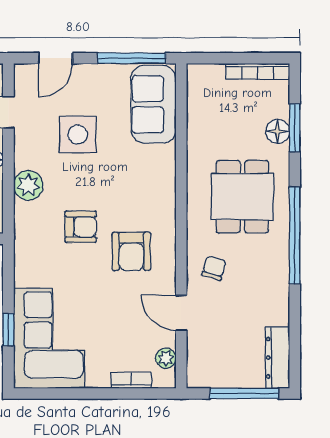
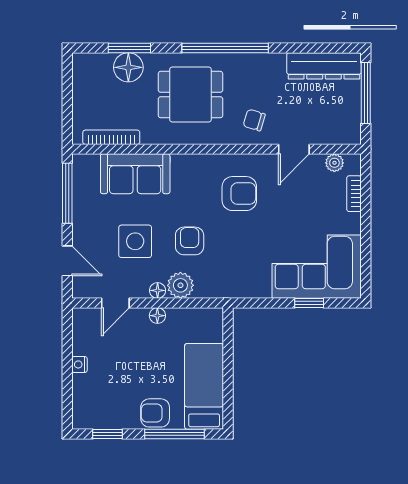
bookcase: (258, 71) -> (111, 137), moved, turned -90
sofa: (154, 104) -> (135, 174), moved
floor lamp: (278, 131) -> (128, 67), width x1.38, depth x1.38
floor lamp: (22, 160) -> (158, 290), added
armchair: (81, 227) -> (190, 241), moved
dresser: (278, 358) -> (324, 66), width x1.37, depth x1.24

